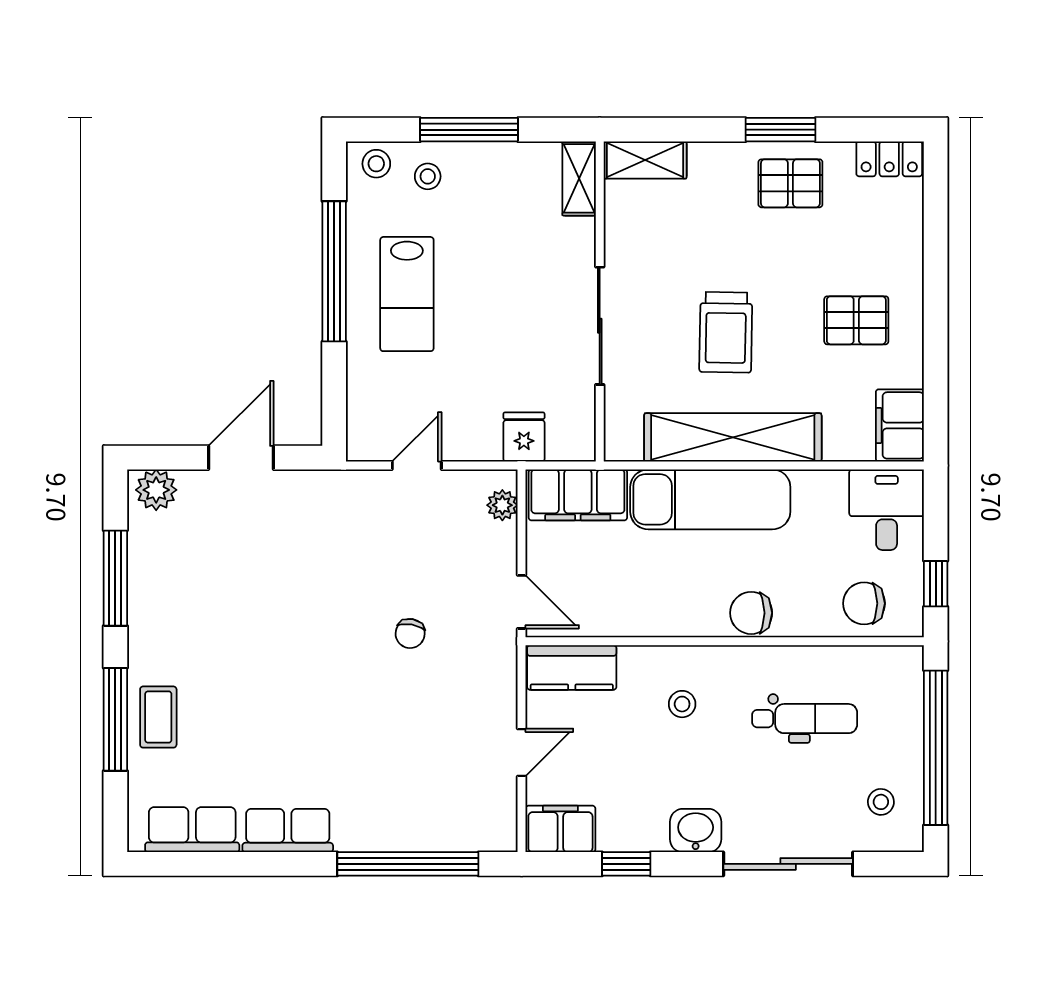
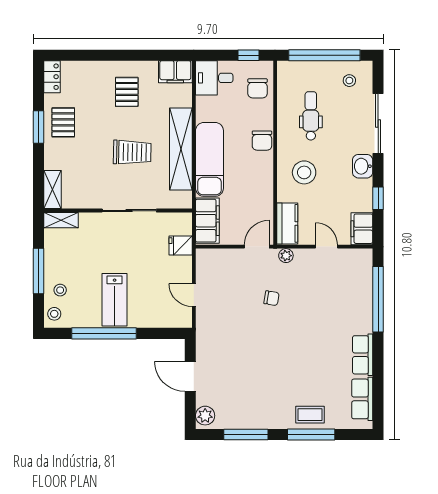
lab bench: (407, 294) -> (115, 300), turned 90
plant: (502, 505) -> (286, 256), moved
stool: (682, 704) -> (304, 172), width x1.89, depth x1.89

